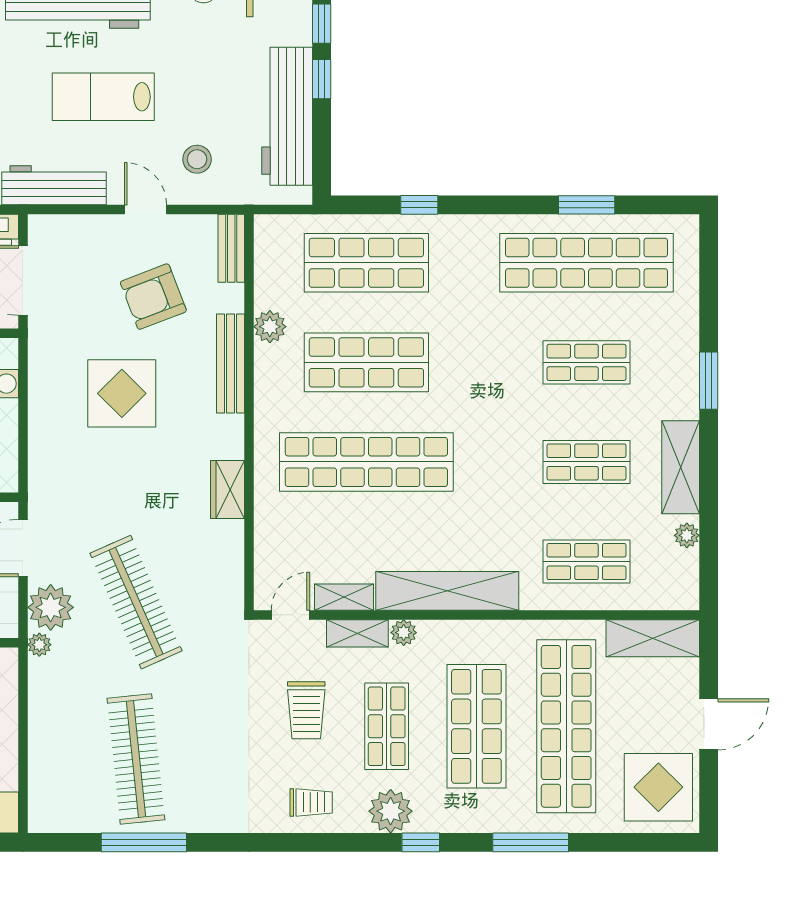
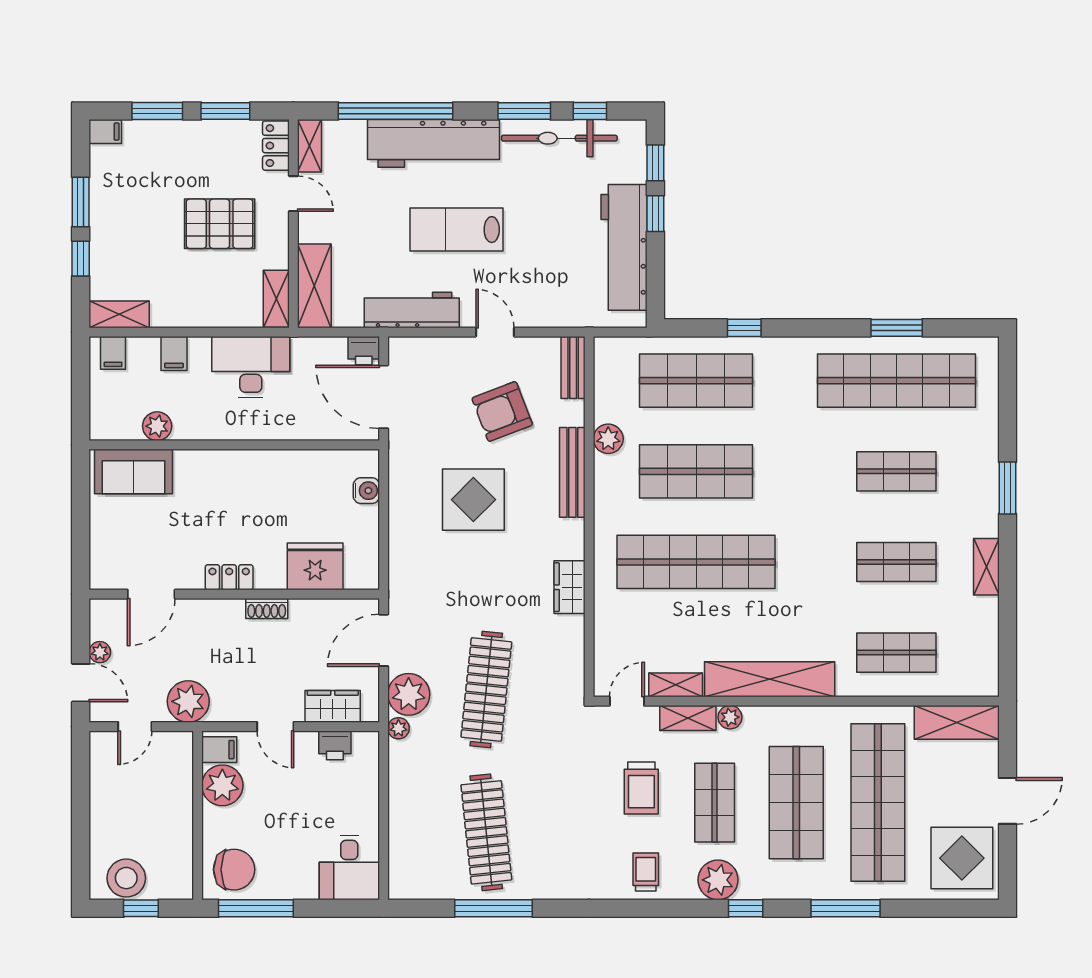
stool: (197, 159) -> (542, 286), removed
shelving: (681, 467) -> (986, 567), width x0.67, depth x0.75
plant: (687, 535) -> (988, 629), removed
clothes rail: (136, 602) -> (486, 690), turned 30
trolley: (311, 802) -> (646, 872), turned -90

